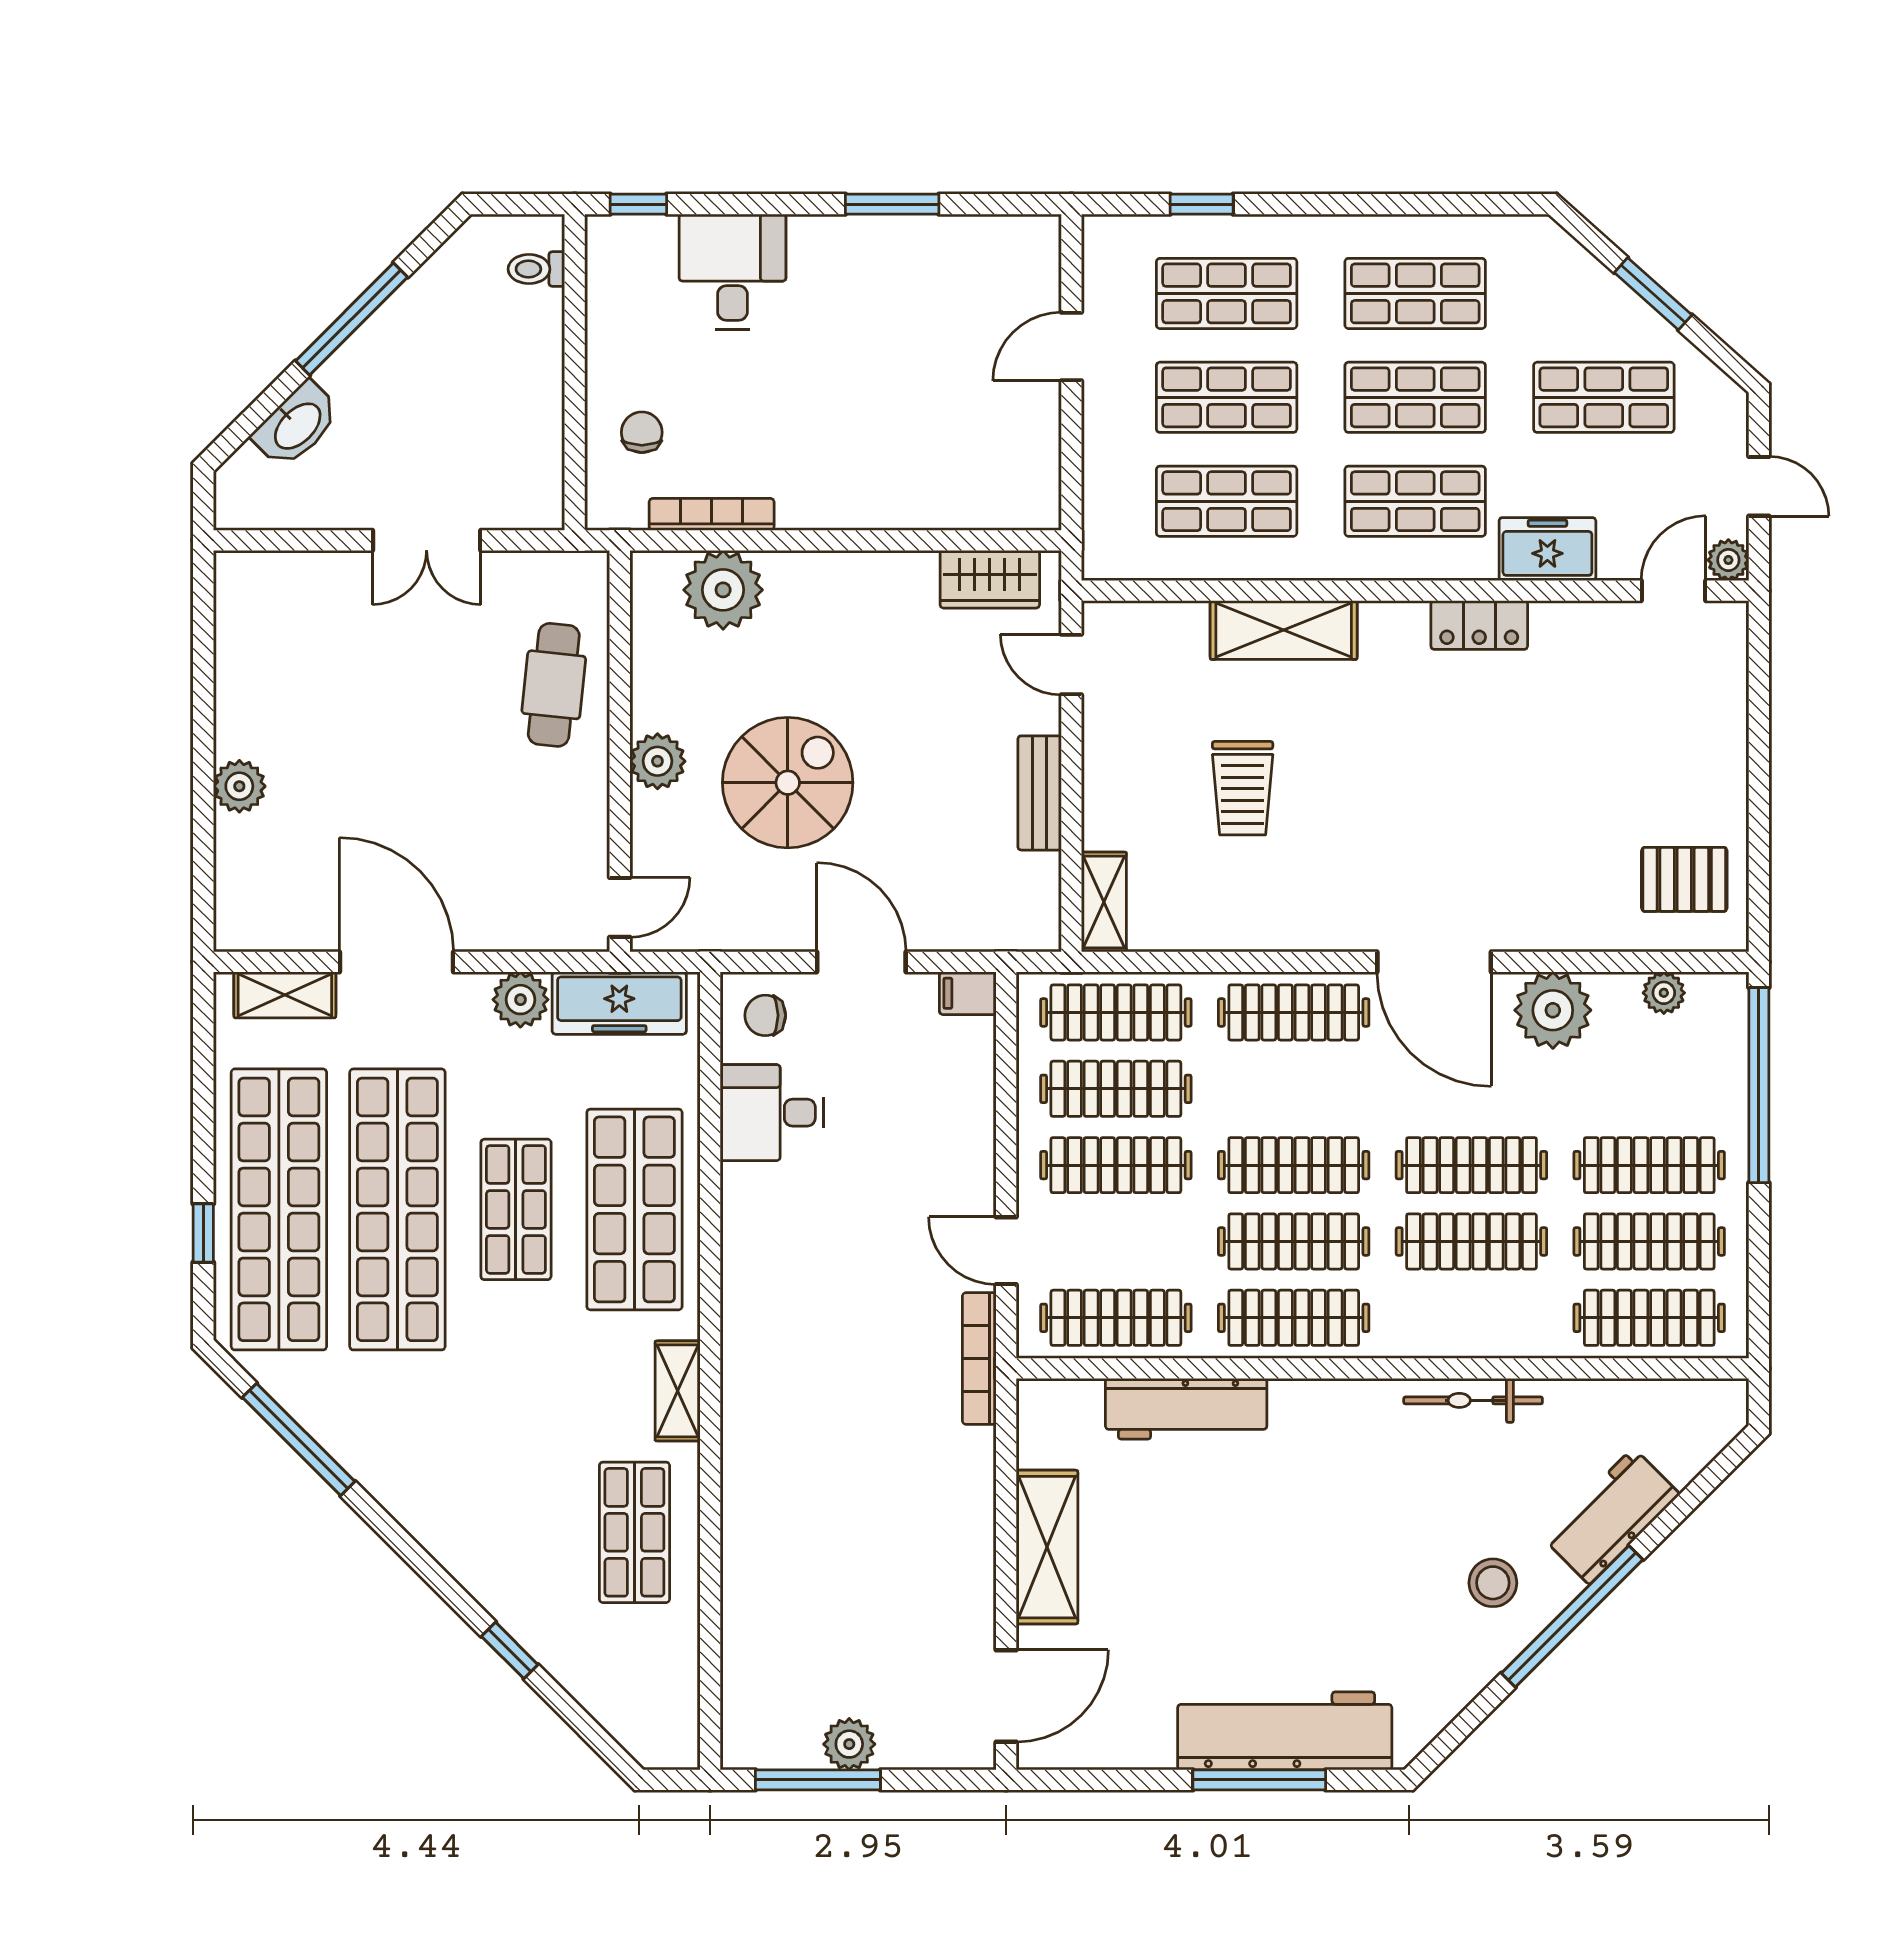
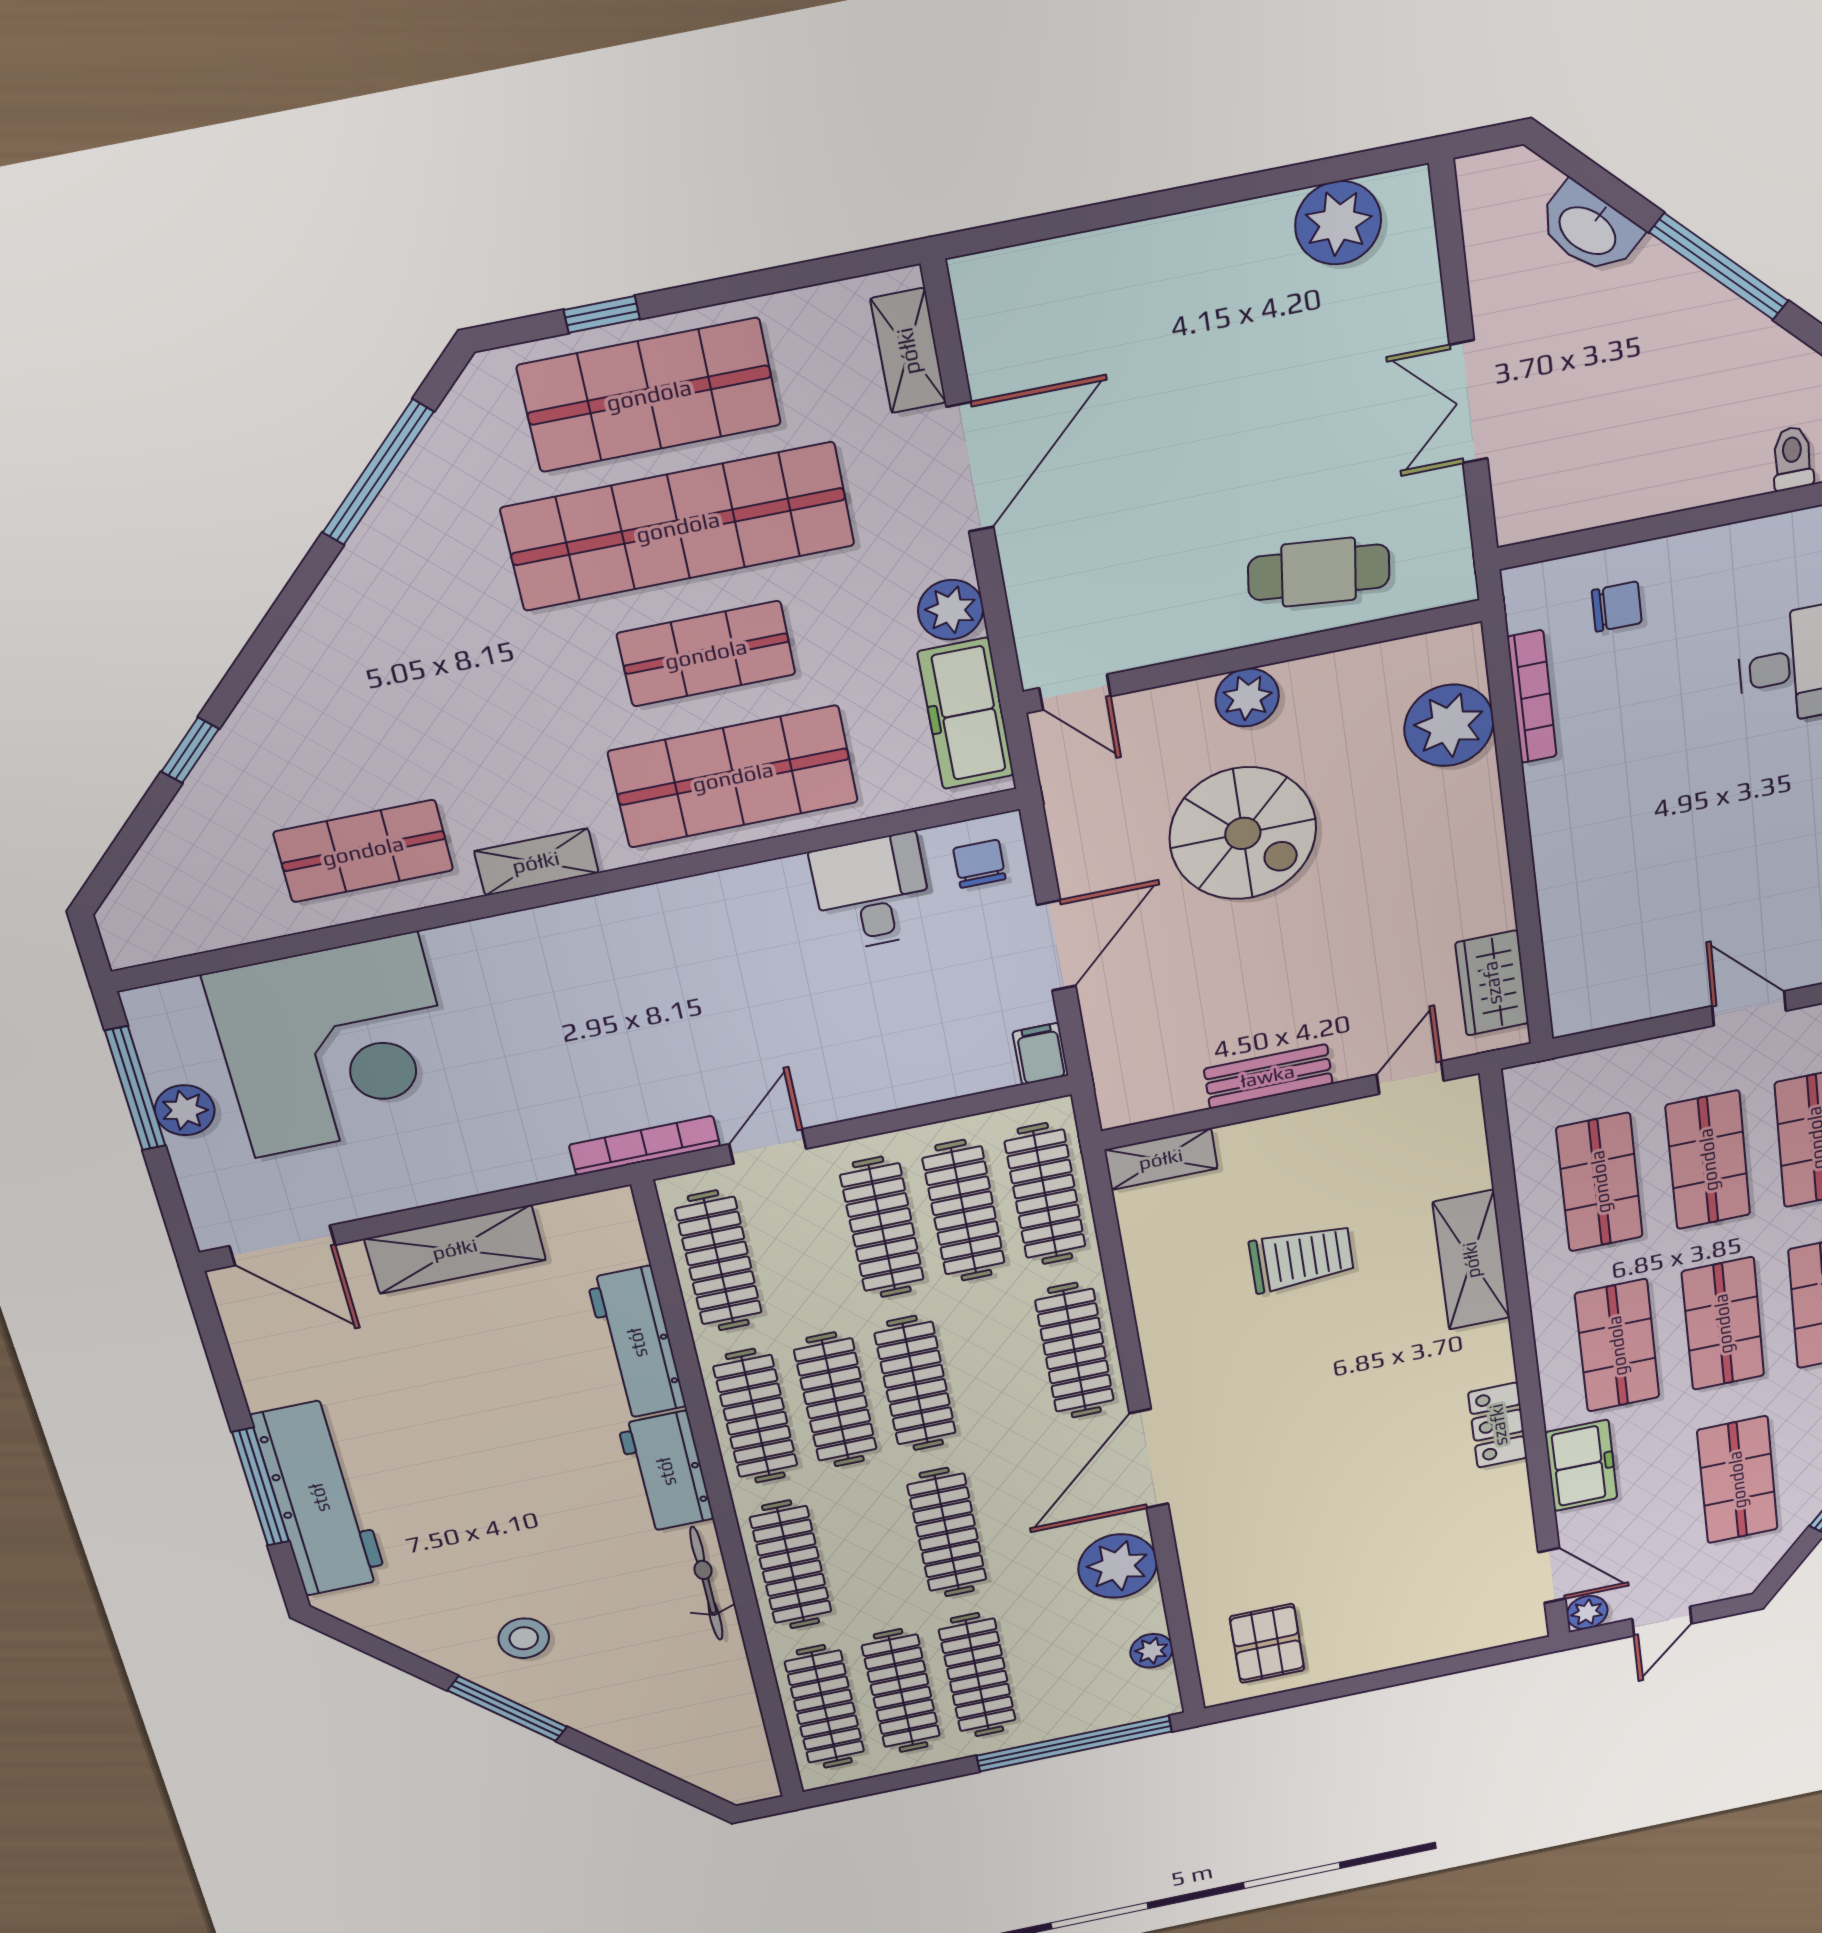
plant: (239, 786) -> (1338, 223), moved, width x1.36, depth x1.36
trolley: (1243, 788) -> (1301, 1258), turned 180
shop shelf: (279, 1209) -> (649, 395), width x0.71
clothes rail: (1471, 1241) -> (791, 1565), moved
workbench: (1611, 1516) -> (666, 1472), moved, turned -135
corner desk: (816, 1601) -> (335, 1046), added
window: (1572, 1616) -> (507, 1709), width x0.68

